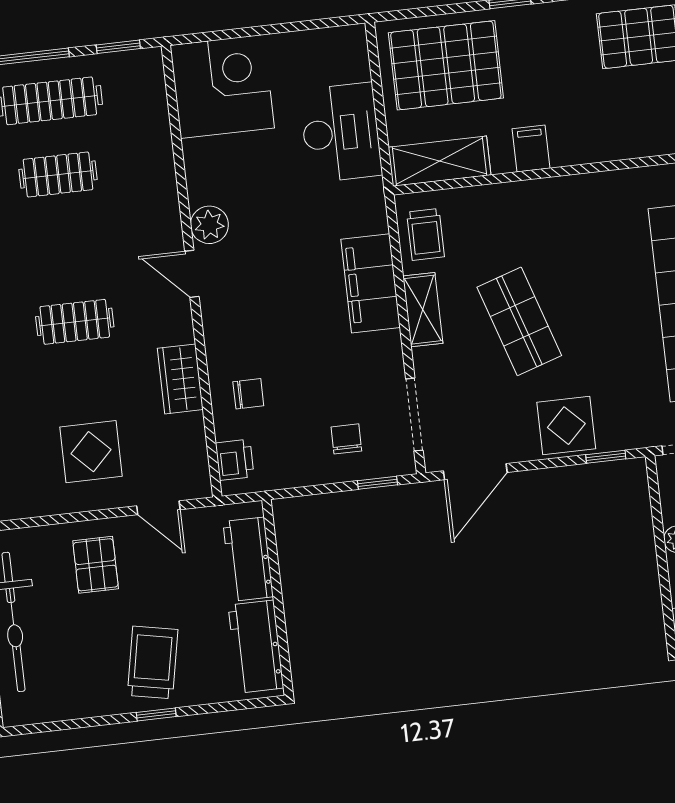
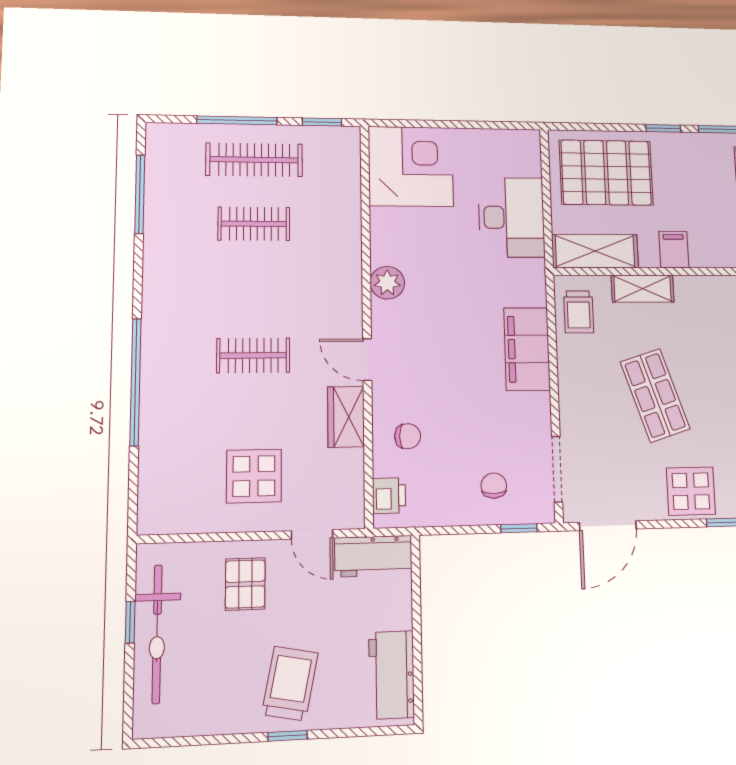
door: (192, 274) -> (367, 360), moved
shelving: (423, 310) -> (643, 289), moved, turned 90
workbench: (248, 559) -> (373, 556), moved, turned -90

